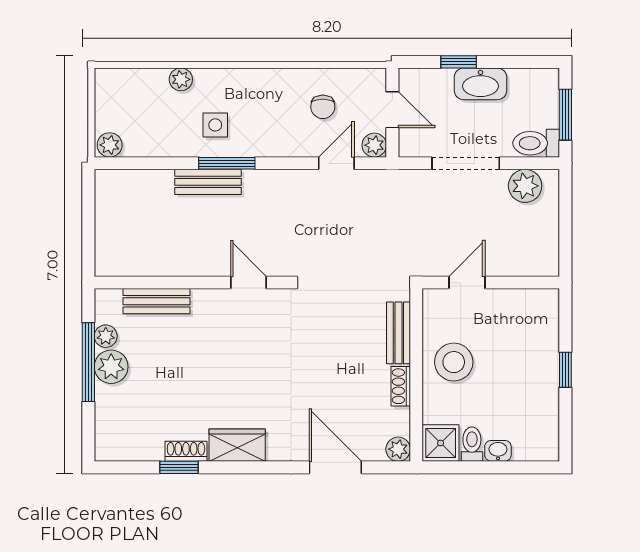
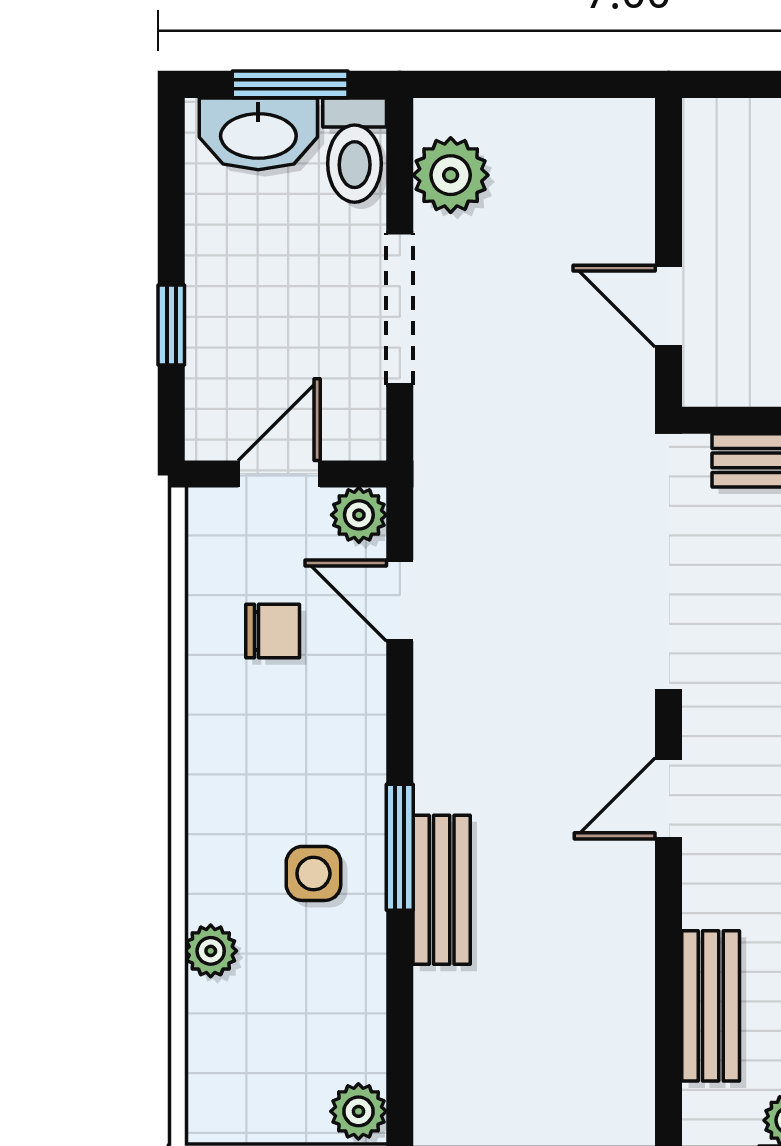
washbasin: (480, 84) -> (258, 134), moved, turned 90

